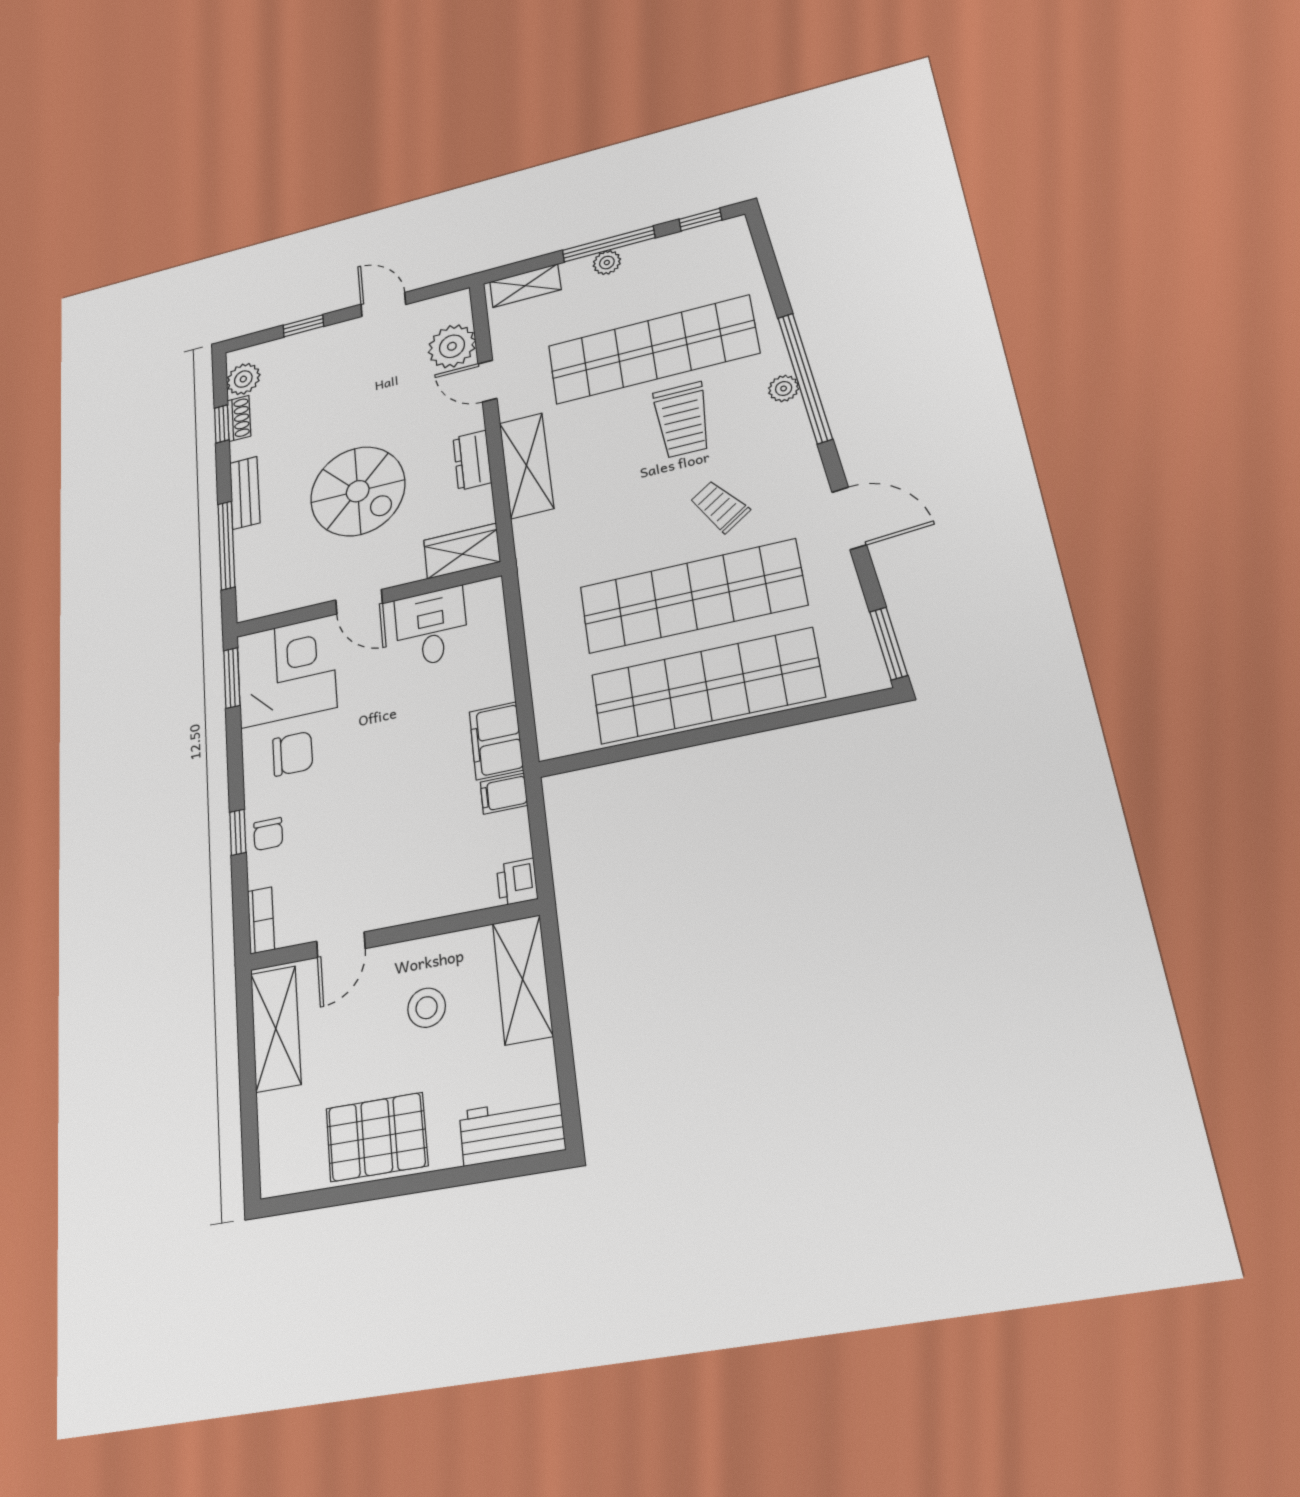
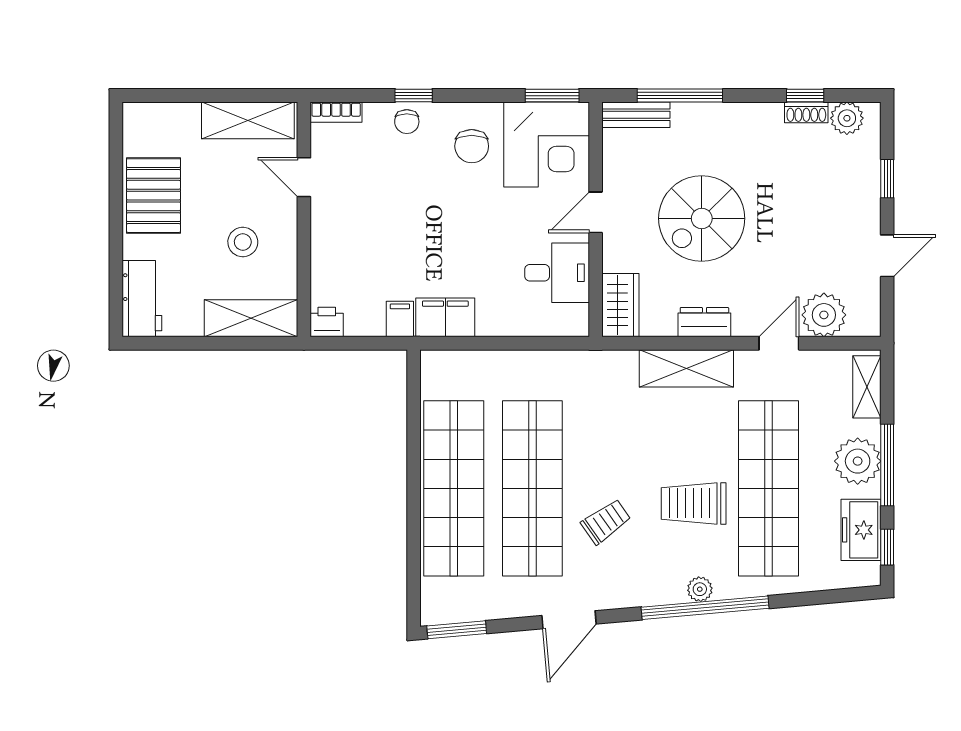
freezer: (685, 249) -> (861, 530), added
plant: (607, 263) -> (858, 461), width x1.88, depth x1.88
bench: (245, 493) -> (636, 115), moved
chair: (268, 834) -> (407, 122), turned -90

